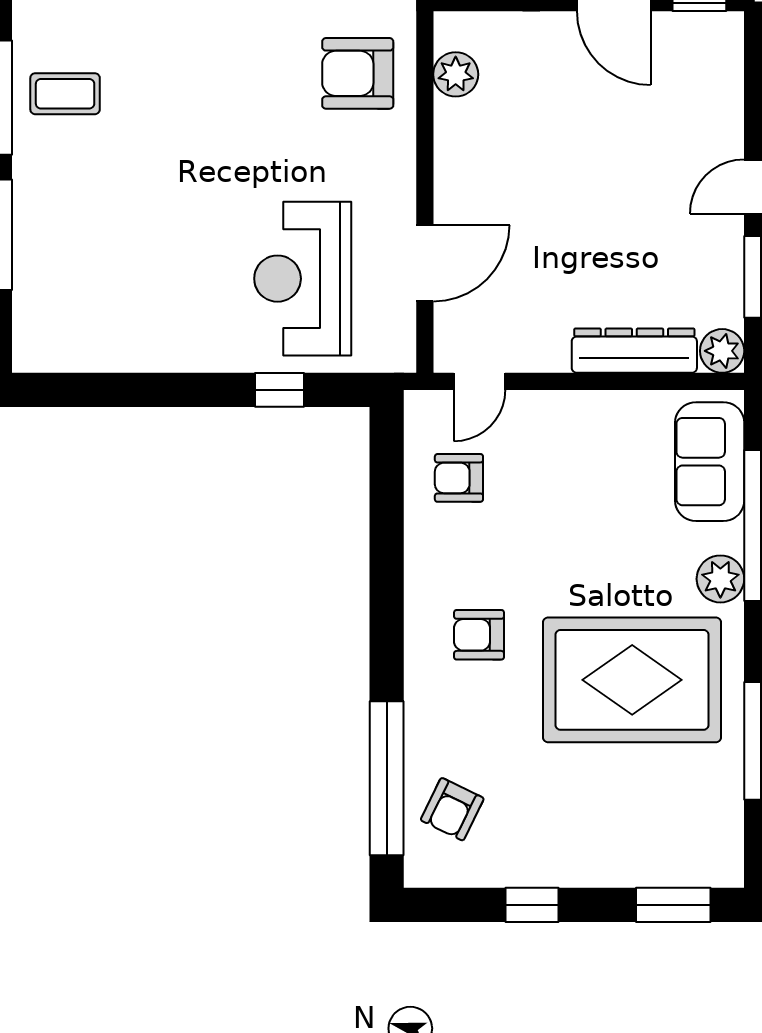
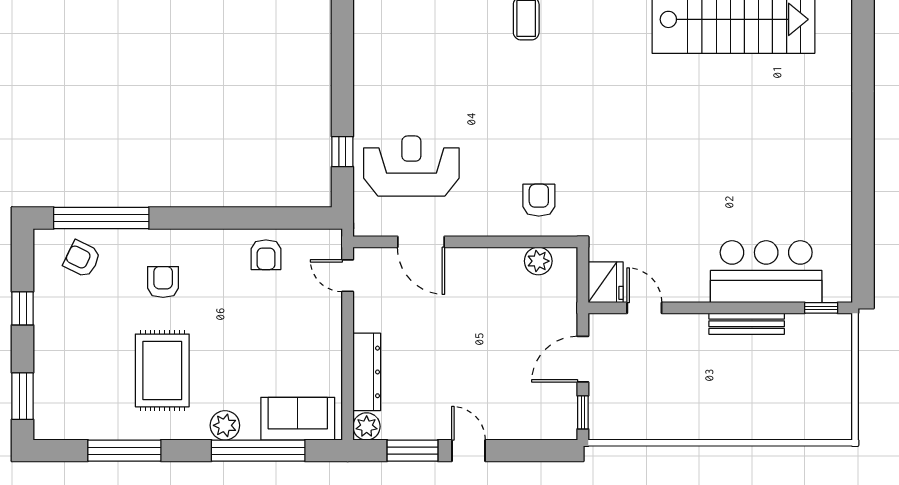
armchair: (358, 73) -> (539, 200), width x0.72, depth x0.72
armchair: (459, 478) -> (266, 255), moved, turned 180
armchair: (479, 635) -> (163, 282), moved
rug: (632, 680) -> (162, 370), width x0.73, depth x0.69

